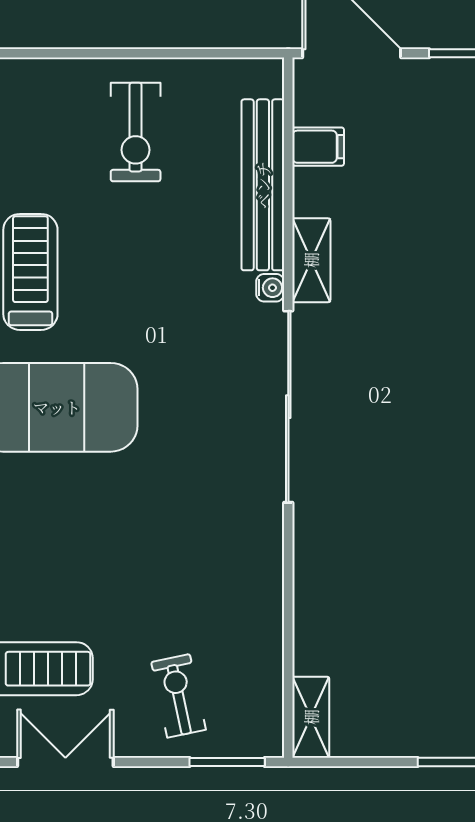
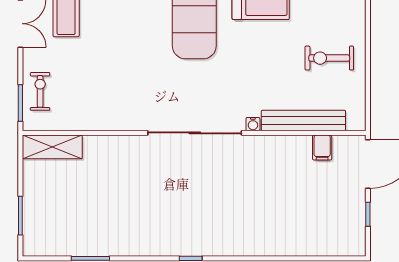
shelving: (311, 260) -> (266, 144), removed
exercise bike: (178, 696) -> (40, 91), moved, turned -78
shelving: (311, 717) -> (52, 147), width x1.50, depth x1.33

